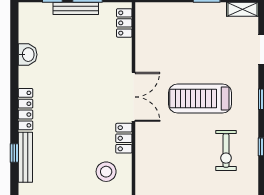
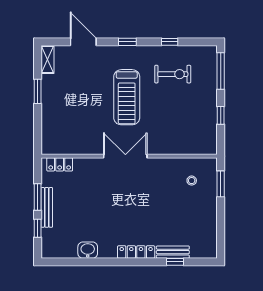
locker: (124, 138) -> (162, 165), removed
bench: (25, 157) -> (173, 252), width x0.73
stool: (106, 172) -> (192, 181), width x0.53, depth x0.53

